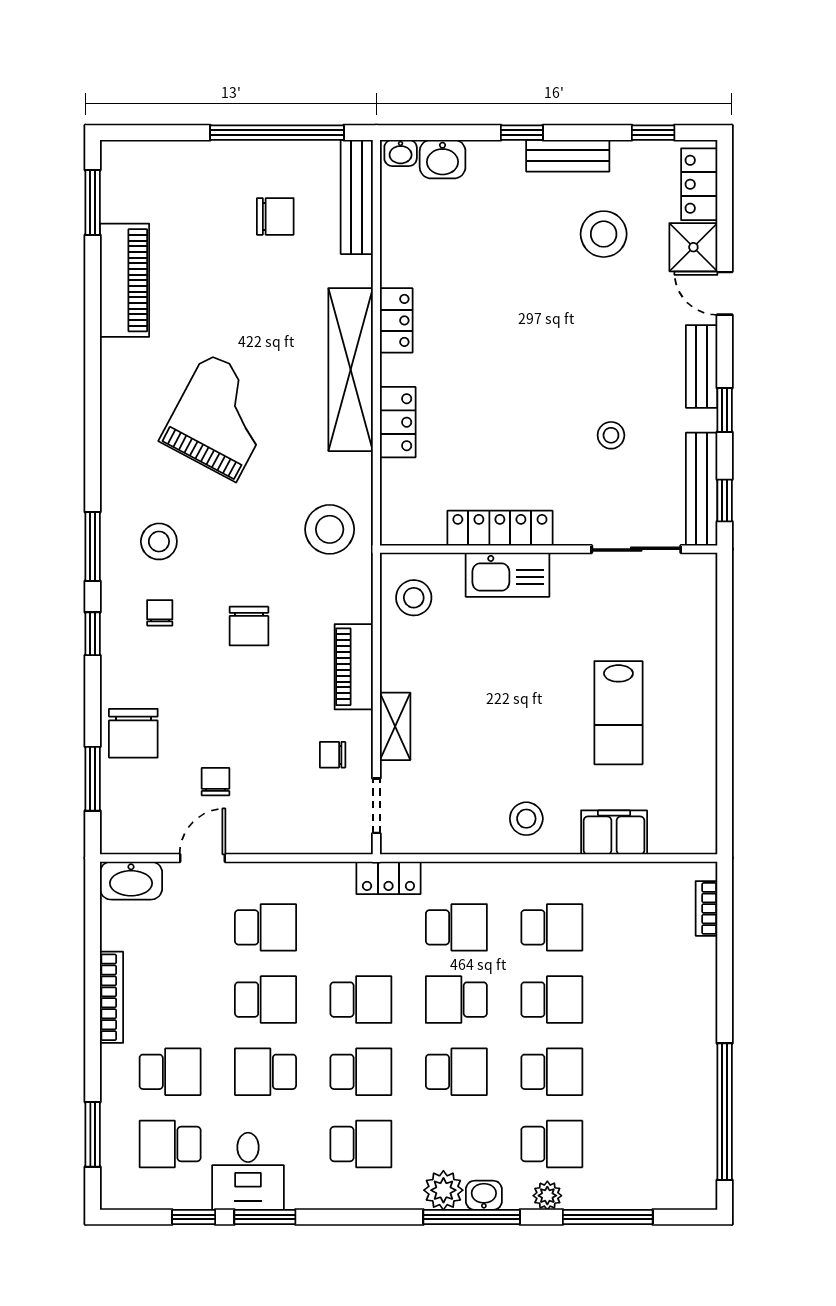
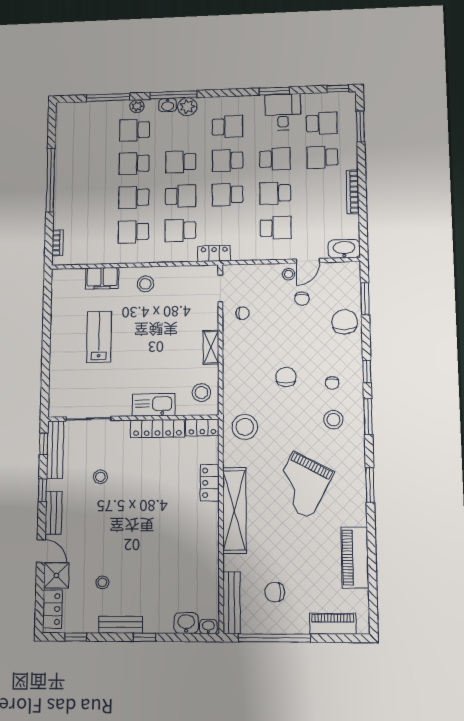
window: (93, 202) -> (370, 485), moved
stool: (604, 234) -> (102, 582), width x0.53, depth x0.53
locker: (396, 320) -> (202, 427), moved, turned -90
piano: (354, 667) -> (333, 624), moved, turned -90
shelving: (395, 726) -> (211, 347), moved
stool: (241, 832) -> (289, 274), added
school desk: (266, 927) -> (276, 228), turned 180
window: (725, 1112) -> (50, 180), moved
school desk: (361, 1144) -> (227, 127), turned 180
window: (194, 1217) -> (338, 89), moved

